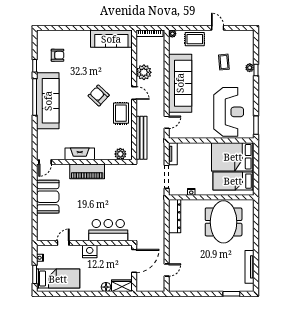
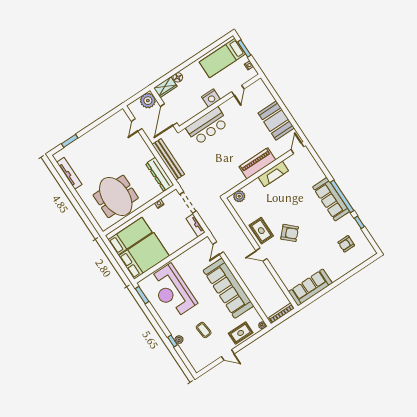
plant: (144, 72) -> (148, 101), moved
sofa: (48, 101) -> (331, 199), width x0.74, depth x0.79
bench: (142, 138) -> (168, 159), moved

